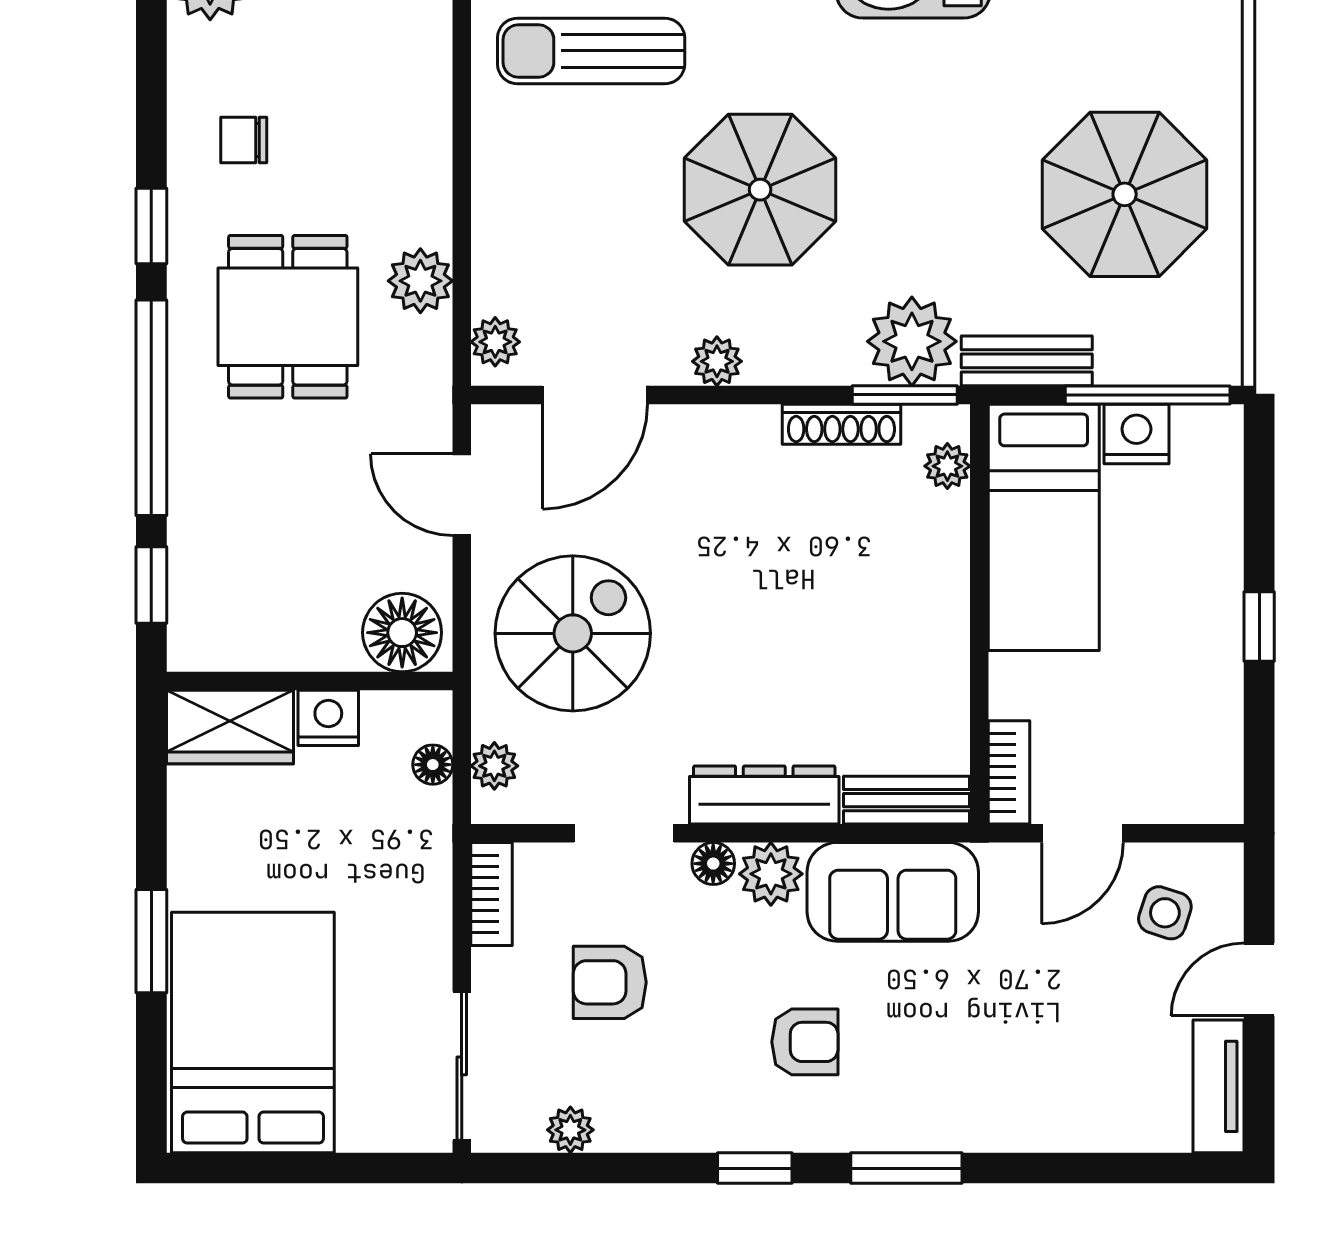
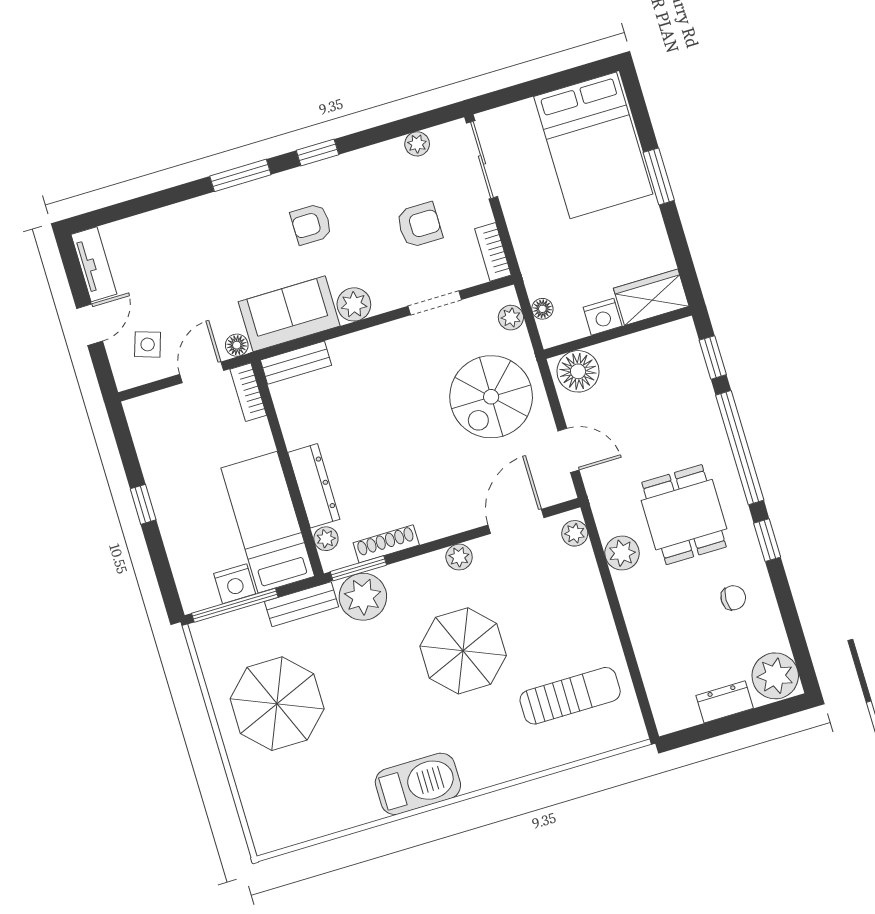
dresser: (764, 795) -> (314, 486), moved, turned -90
floor lamp: (713, 864) -> (237, 345), moved

